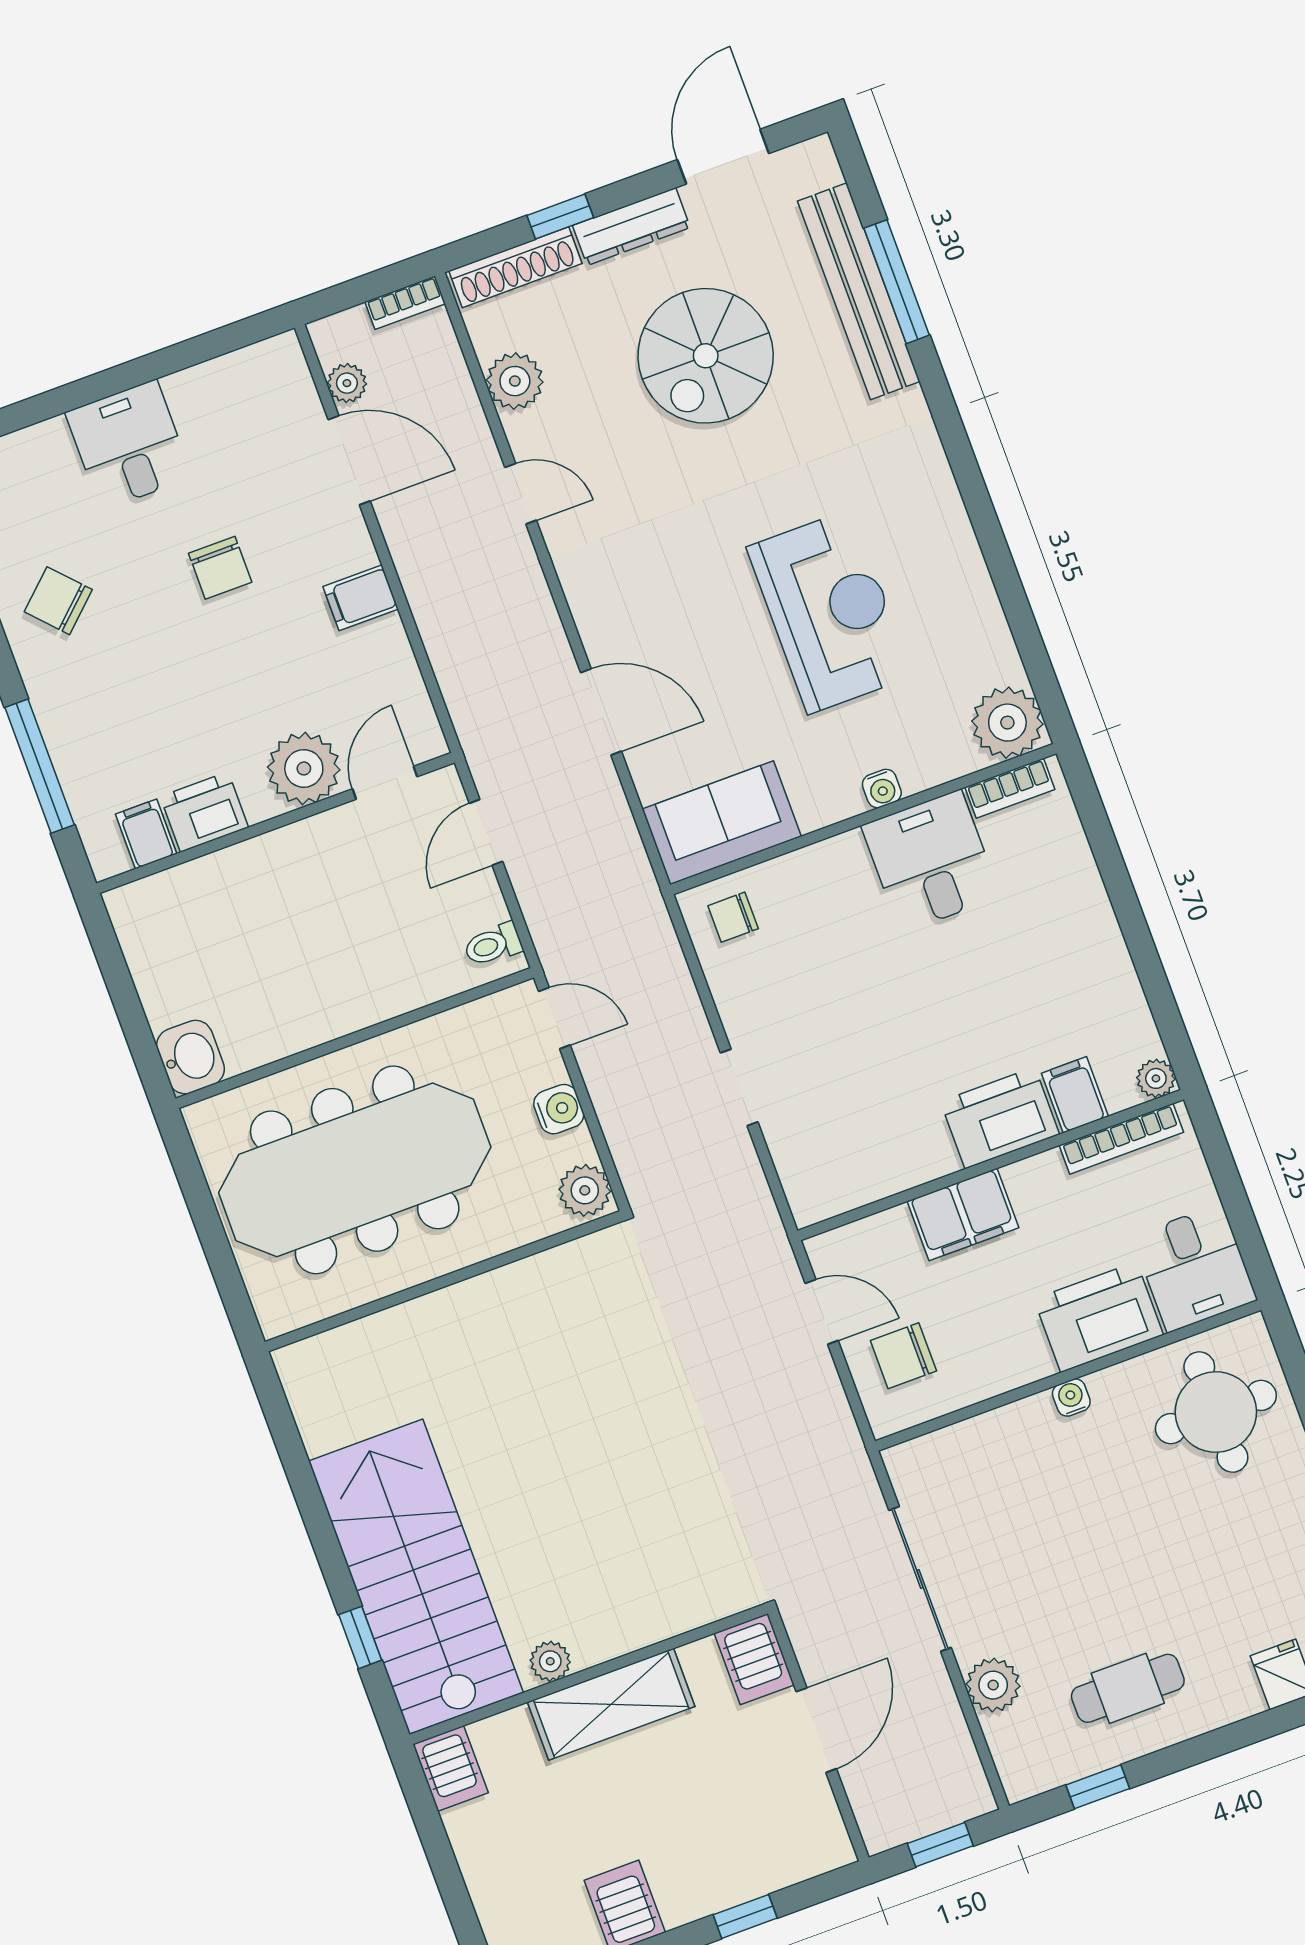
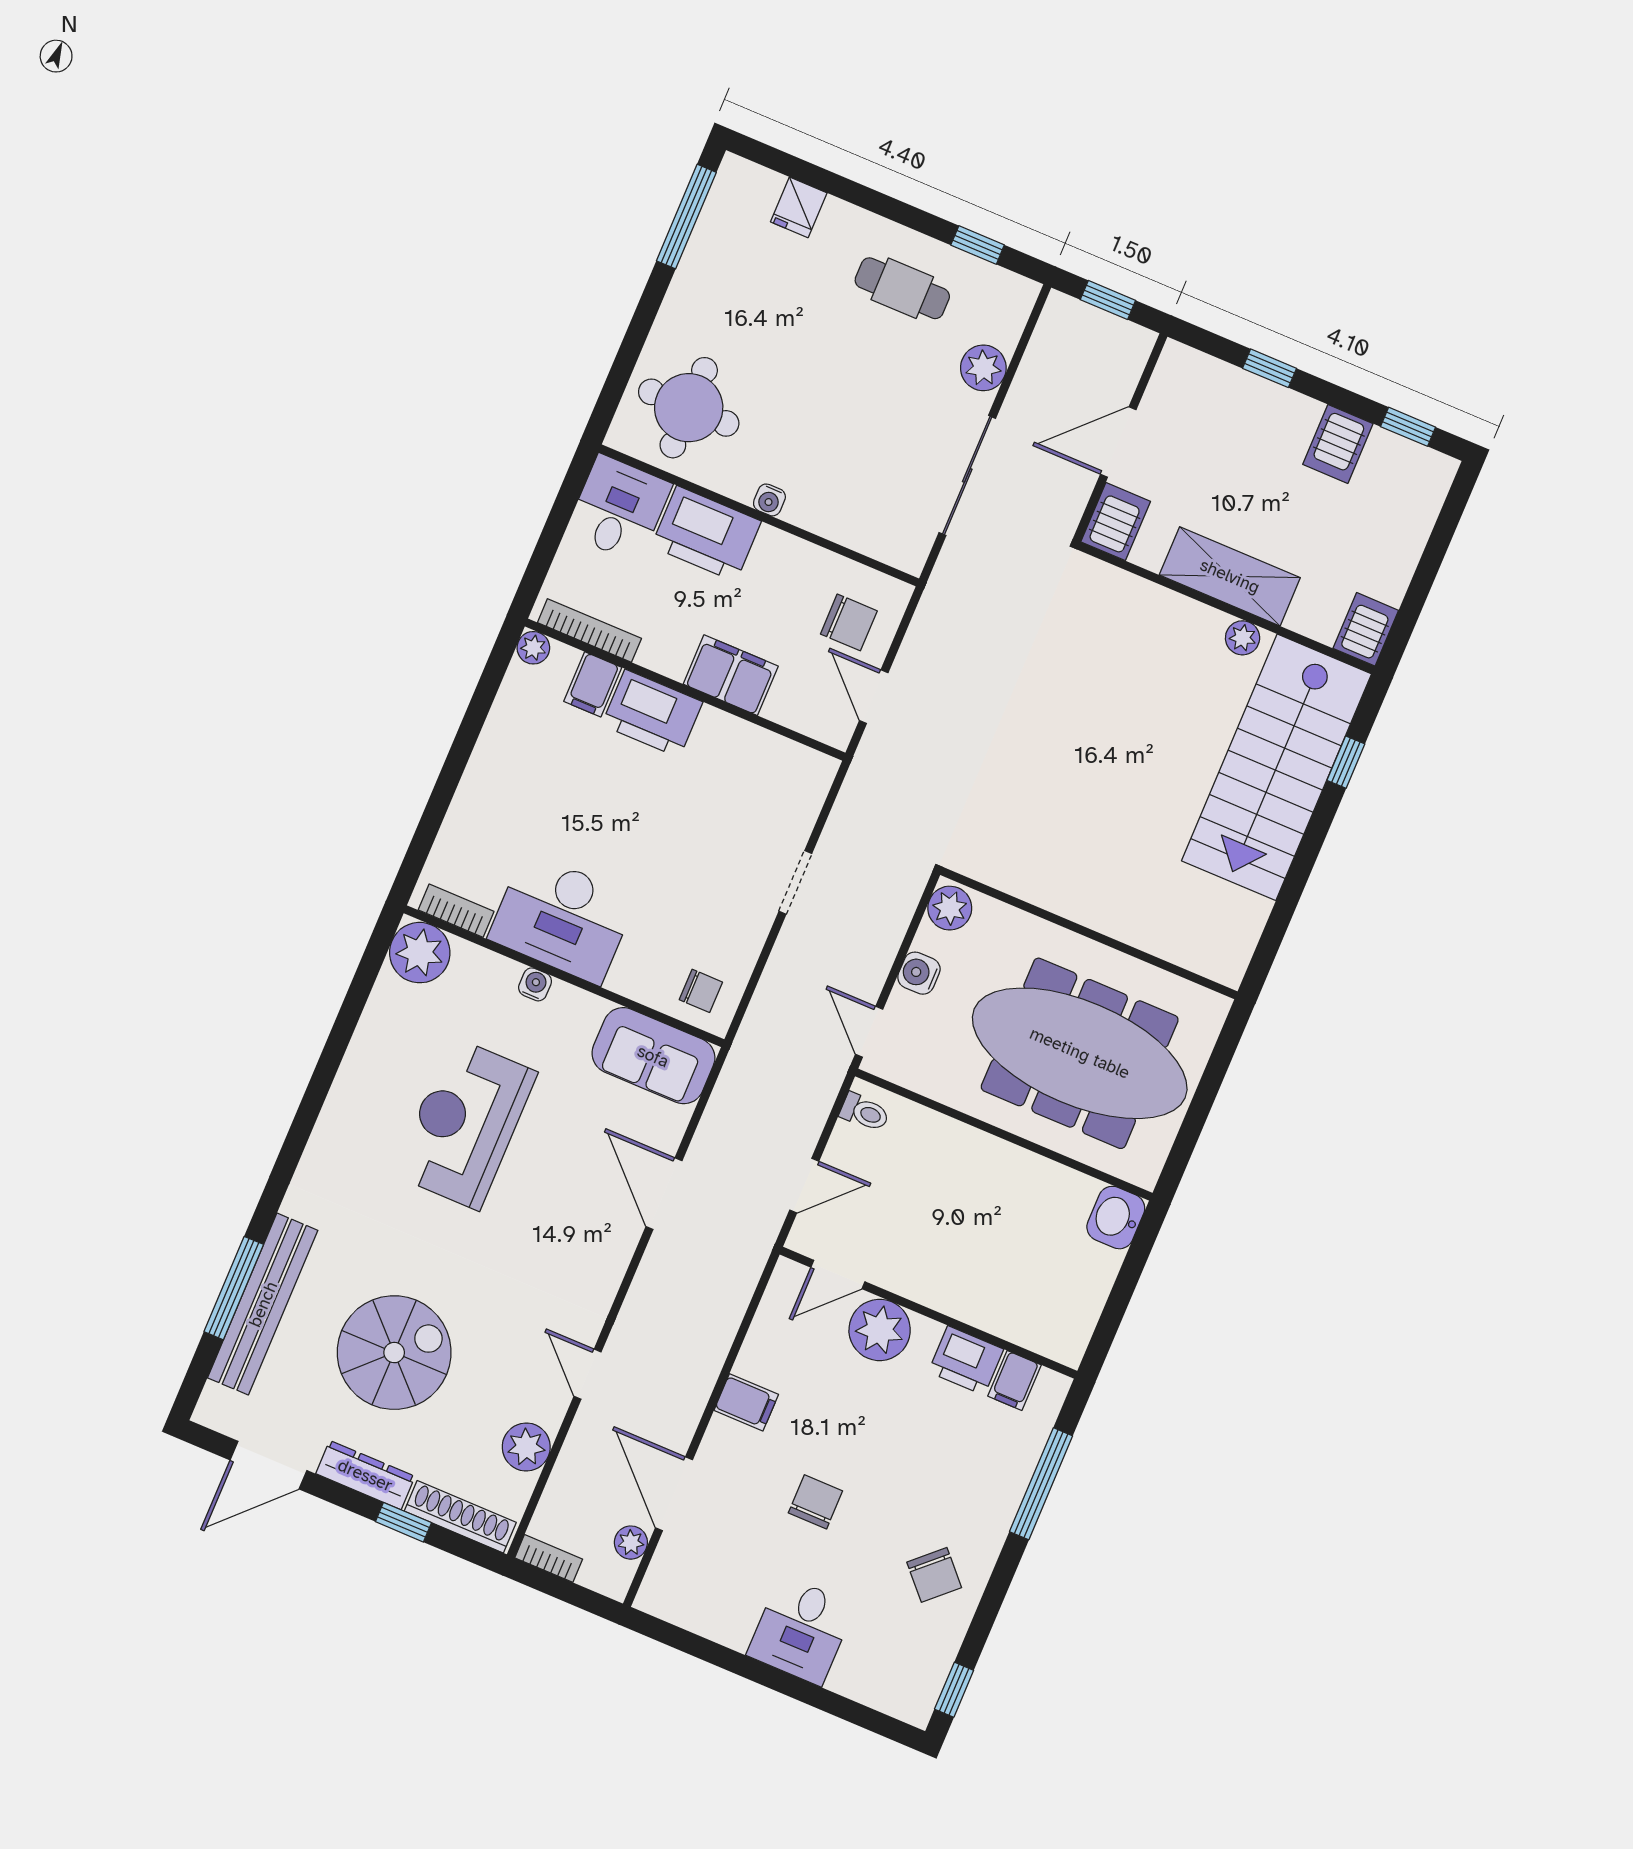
desk: (931, 861) -> (562, 918), width x1.37

